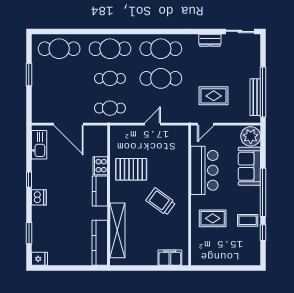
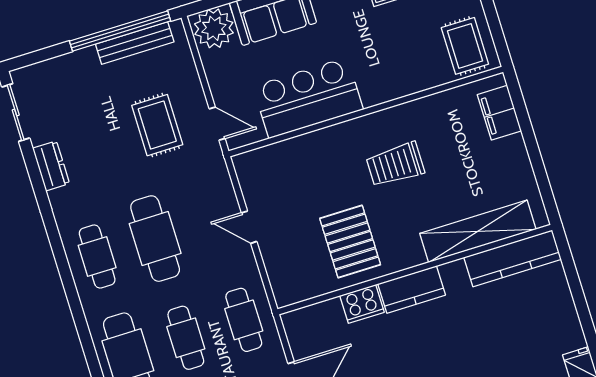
cafe table: (161, 49) -> (97, 256), width x0.73, depth x0.74
trolley: (161, 201) -> (395, 164), turned 54
rug: (213, 218) -> (465, 46), moved

